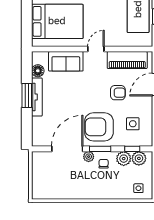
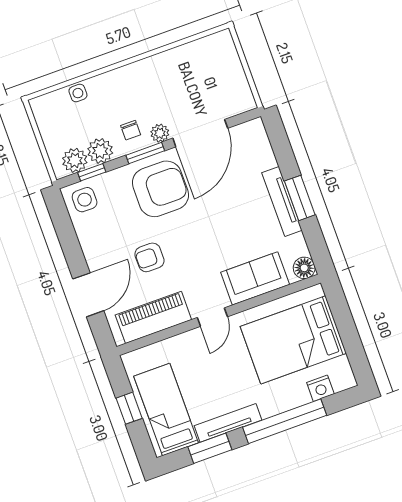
floor lamp: (38, 71) -> (304, 268), moved
side table: (133, 124) -> (85, 200), moved
side table: (138, 188) -> (78, 93), moved

